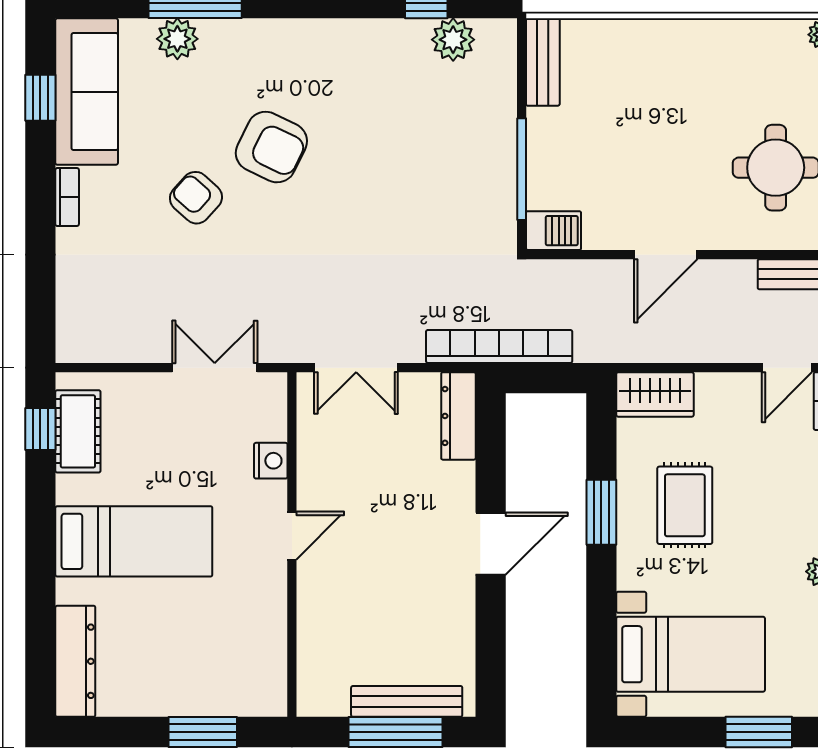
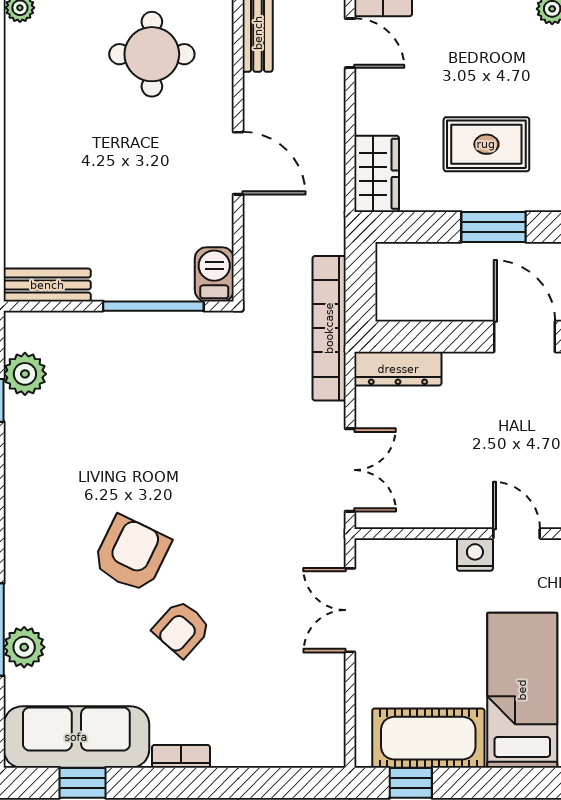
cot: (78, 431) -> (428, 738), width x1.37, depth x1.34
nightstand: (271, 461) -> (475, 555), moved

